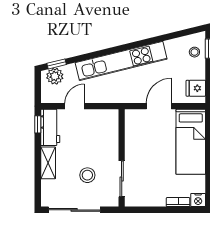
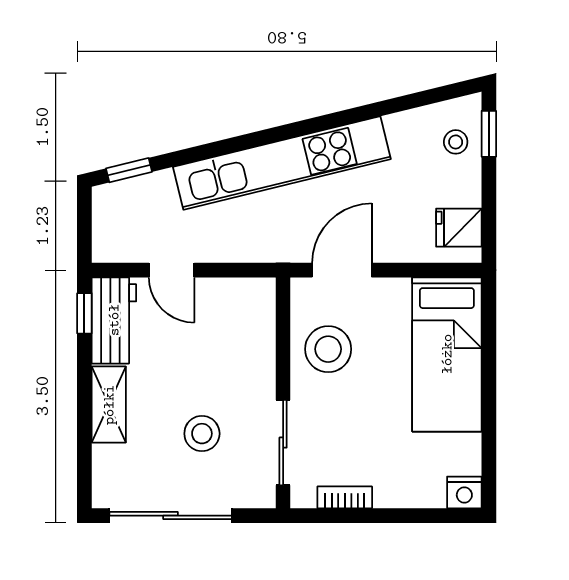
plant: (55, 76) -> (125, 199), removed
door: (75, 106) -> (172, 270), swing flipped
door: (159, 106) -> (342, 270), moved
stool: (141, 140) -> (328, 349), added
bookcase: (178, 202) -> (345, 497), moved

